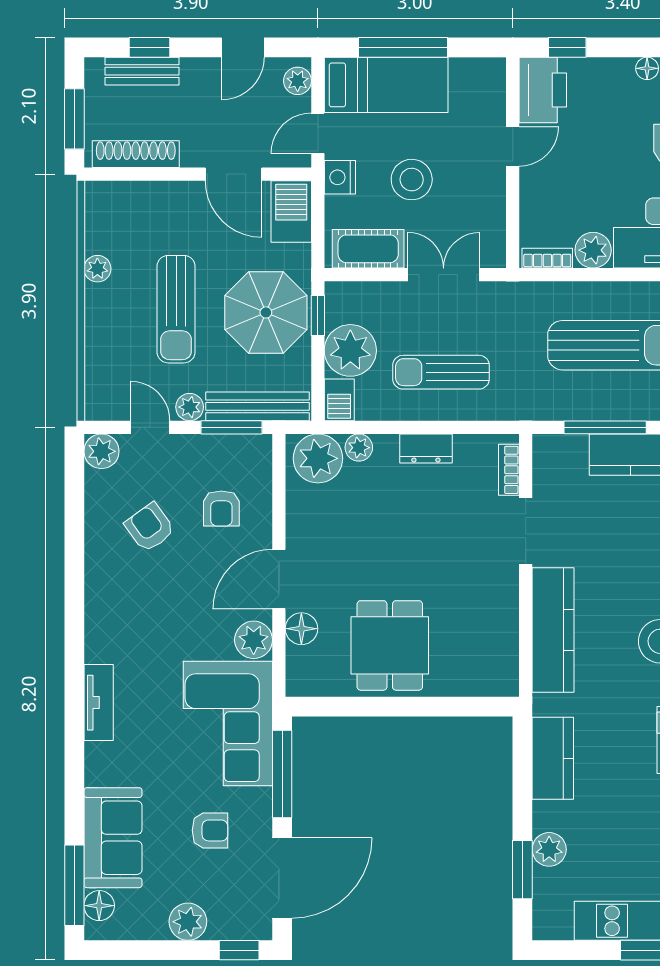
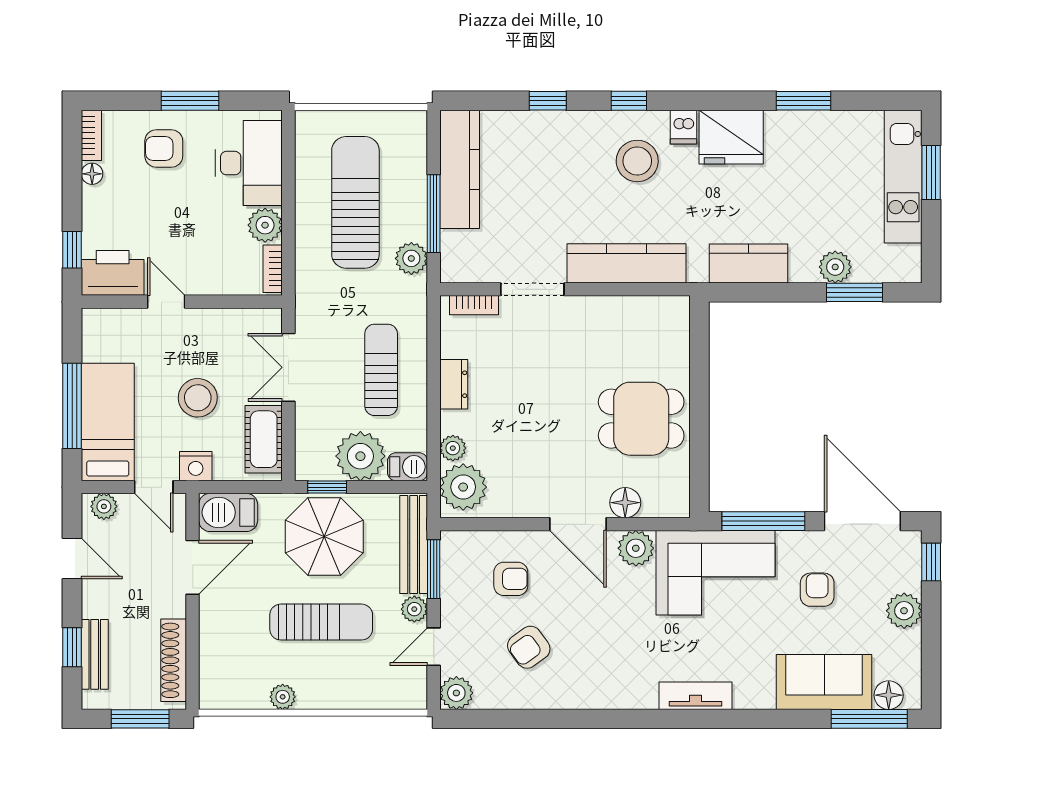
sun lounger: (441, 372) -> (381, 370), turned 180
plant: (558, 404) -> (411, 258), added

